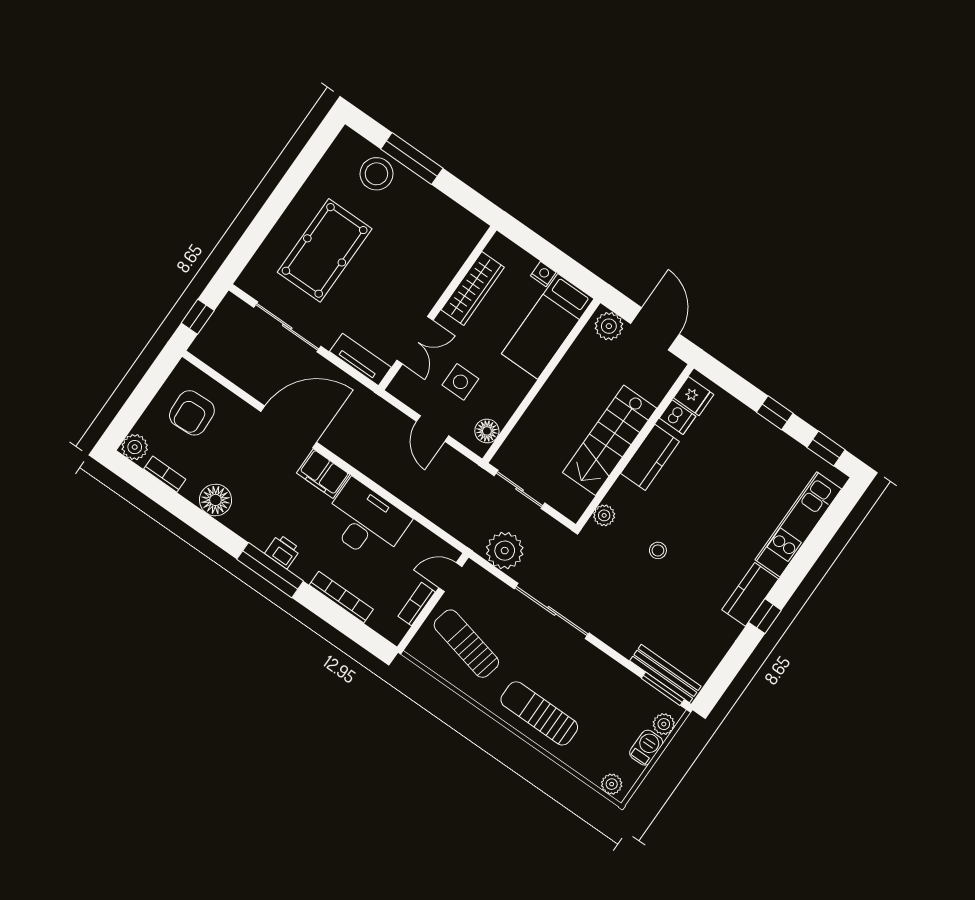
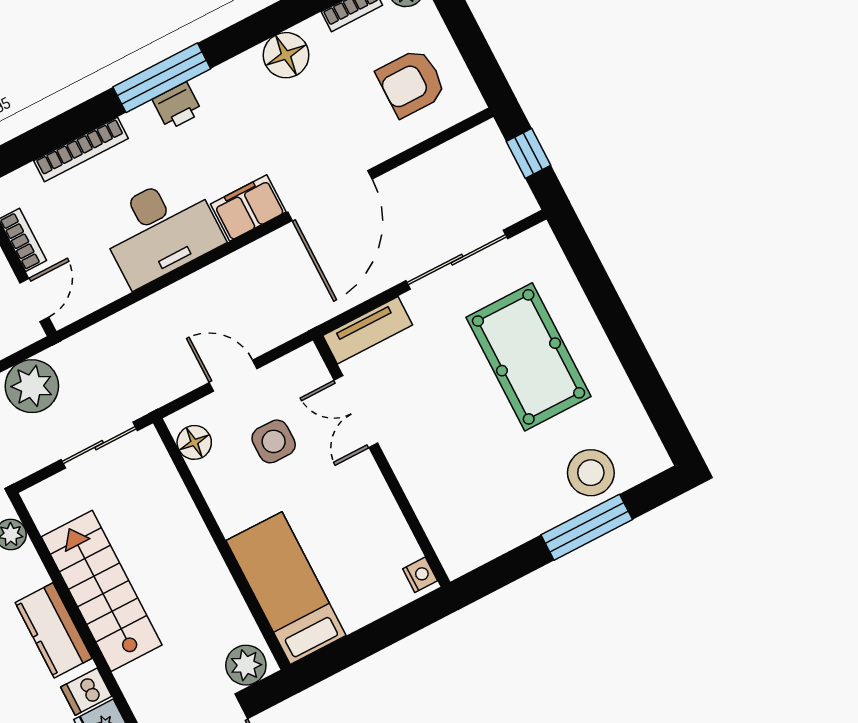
nightstand: (543, 274) -> (420, 575), moved, turned -90
wardrobe: (473, 288) -> (383, 518), removed
armchair: (192, 413) -> (411, 83), turned -87

